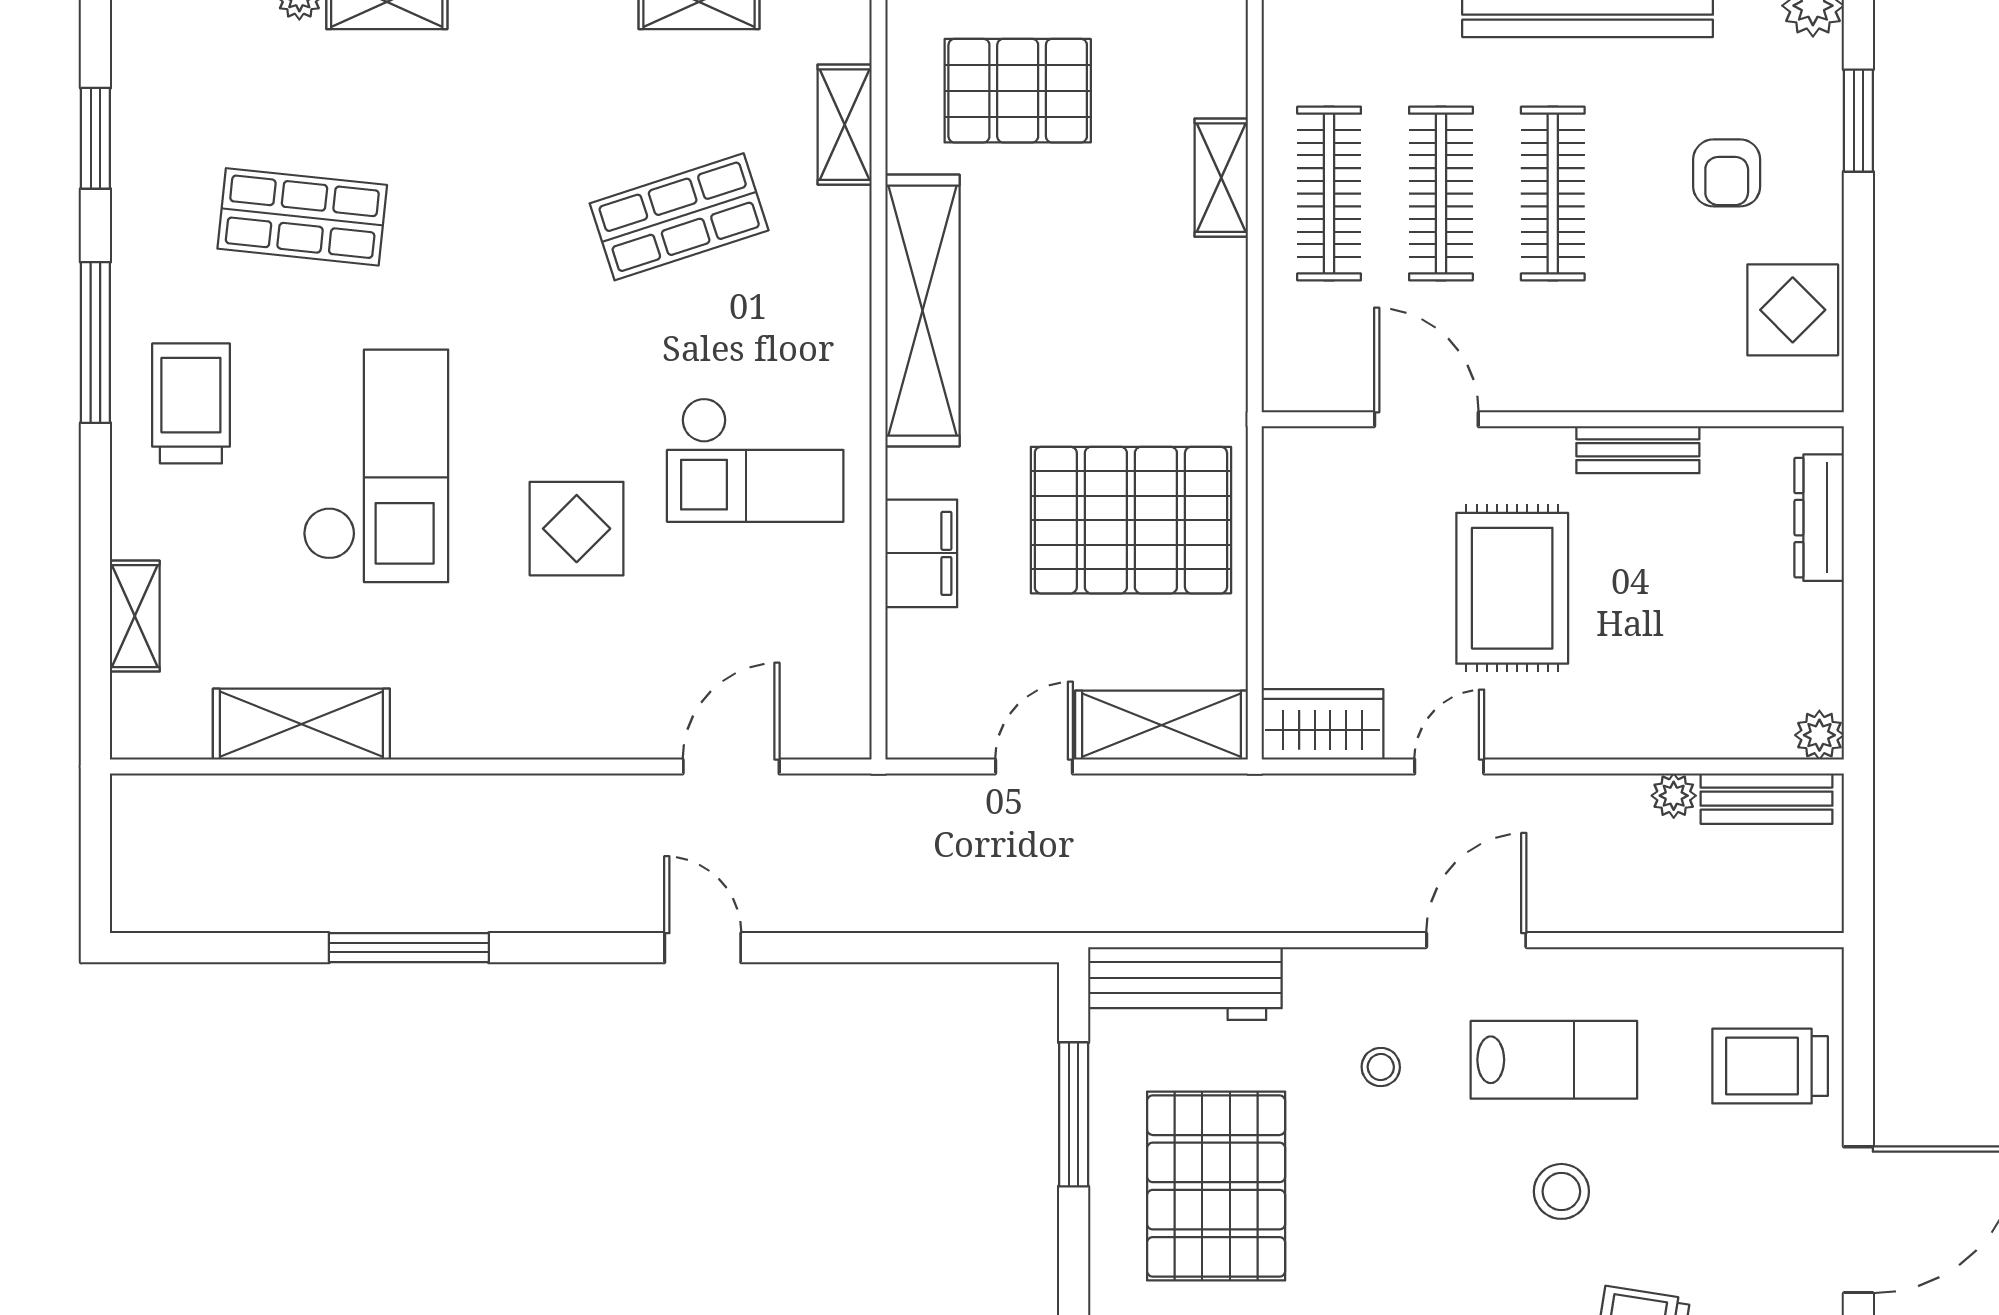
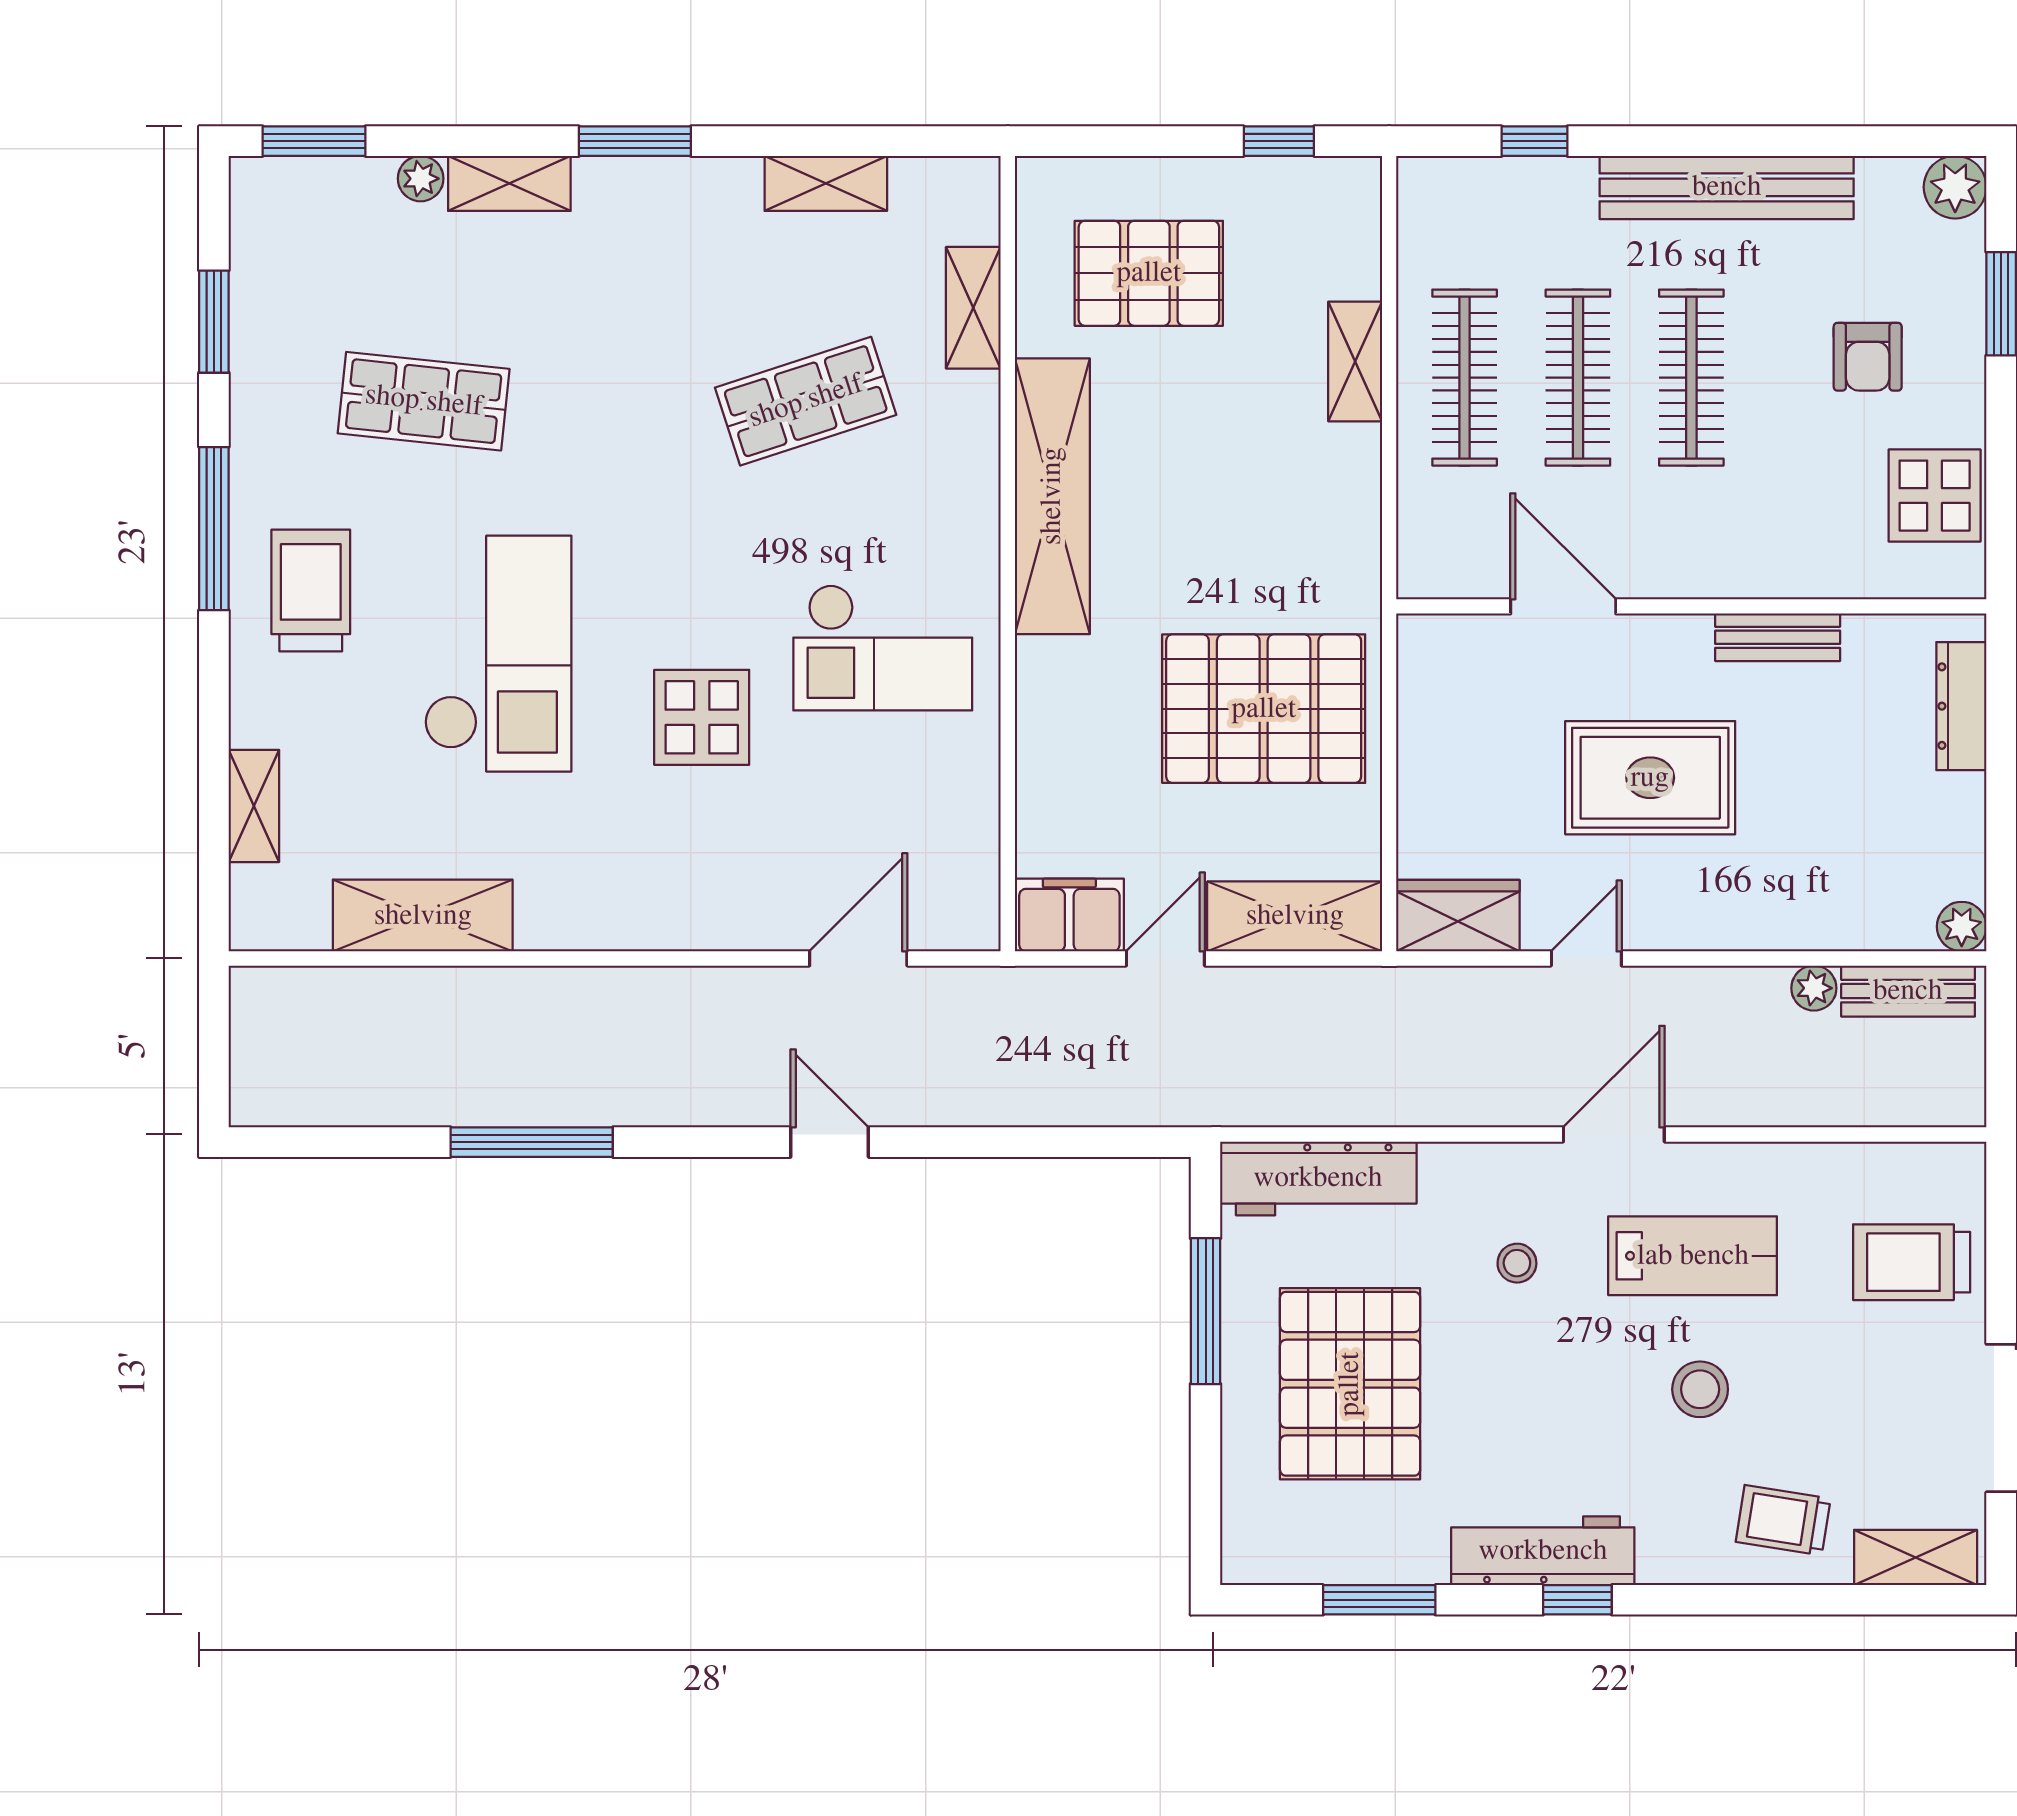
filing cabinet: (921, 553) -> (1069, 915), moved, turned -90
rug: (1512, 588) -> (1650, 778), turned 90

